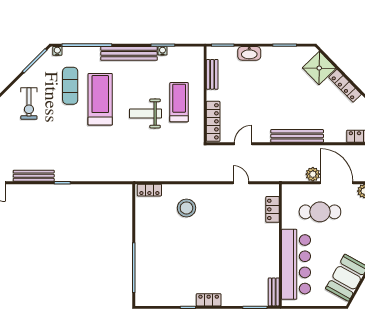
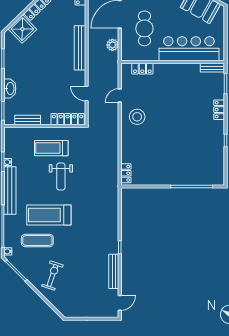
exercise bike: (29, 104) -> (52, 275), turned -71
plant: (313, 174) -> (112, 45), moved
stool: (186, 208) -> (137, 117), moved
locker: (209, 300) -> (219, 110), moved

